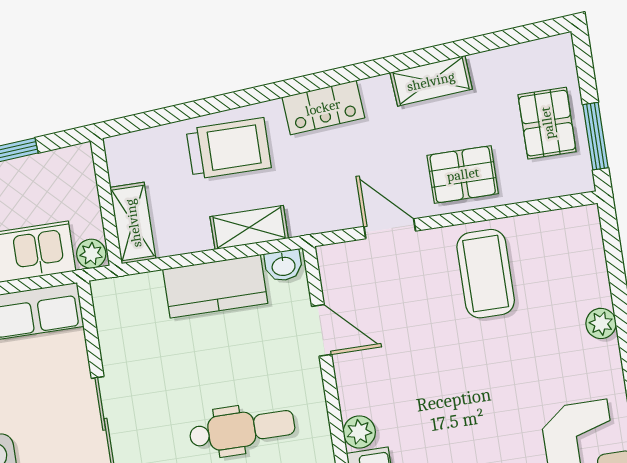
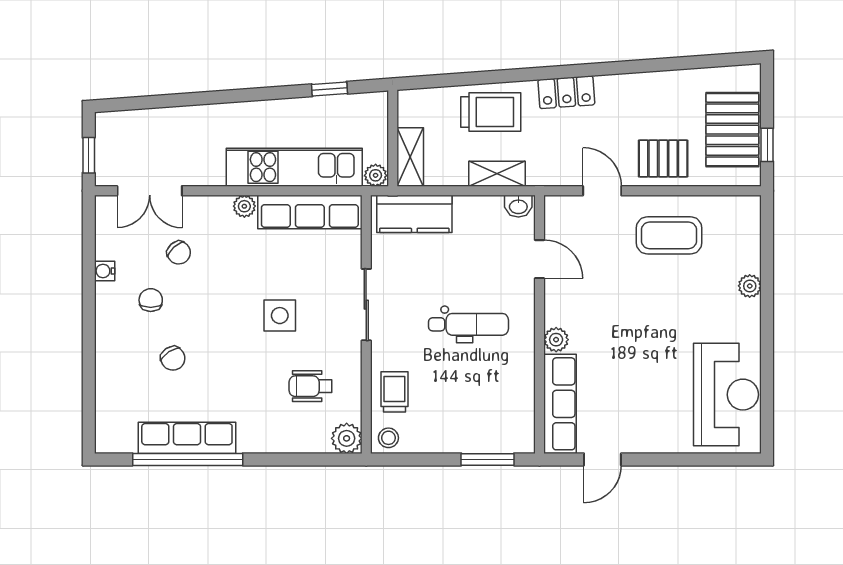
shelving: (431, 81) -> (650, 85), removed
pallet: (547, 123) -> (732, 130), width x1.50, depth x1.42
window: (595, 136) -> (767, 145), width x0.67
coffee table: (486, 274) -> (669, 235), turned 90
kitchen counter: (215, 286) -> (414, 214), moved

